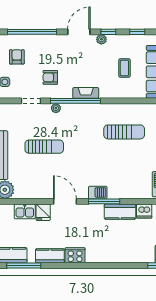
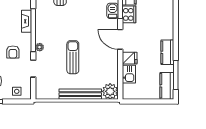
door: (65, 201) -> (120, 39), hinge flipped
cooker: (75, 255) -> (129, 14), moved, turned 180

